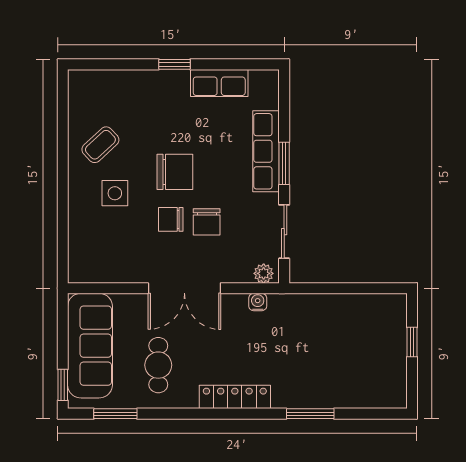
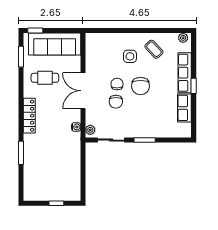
plant: (77, 86) -> (183, 38), added
row of seats: (266, 151) -> (185, 73), moved, turned -90
chair: (207, 222) -> (116, 102), turned -90

